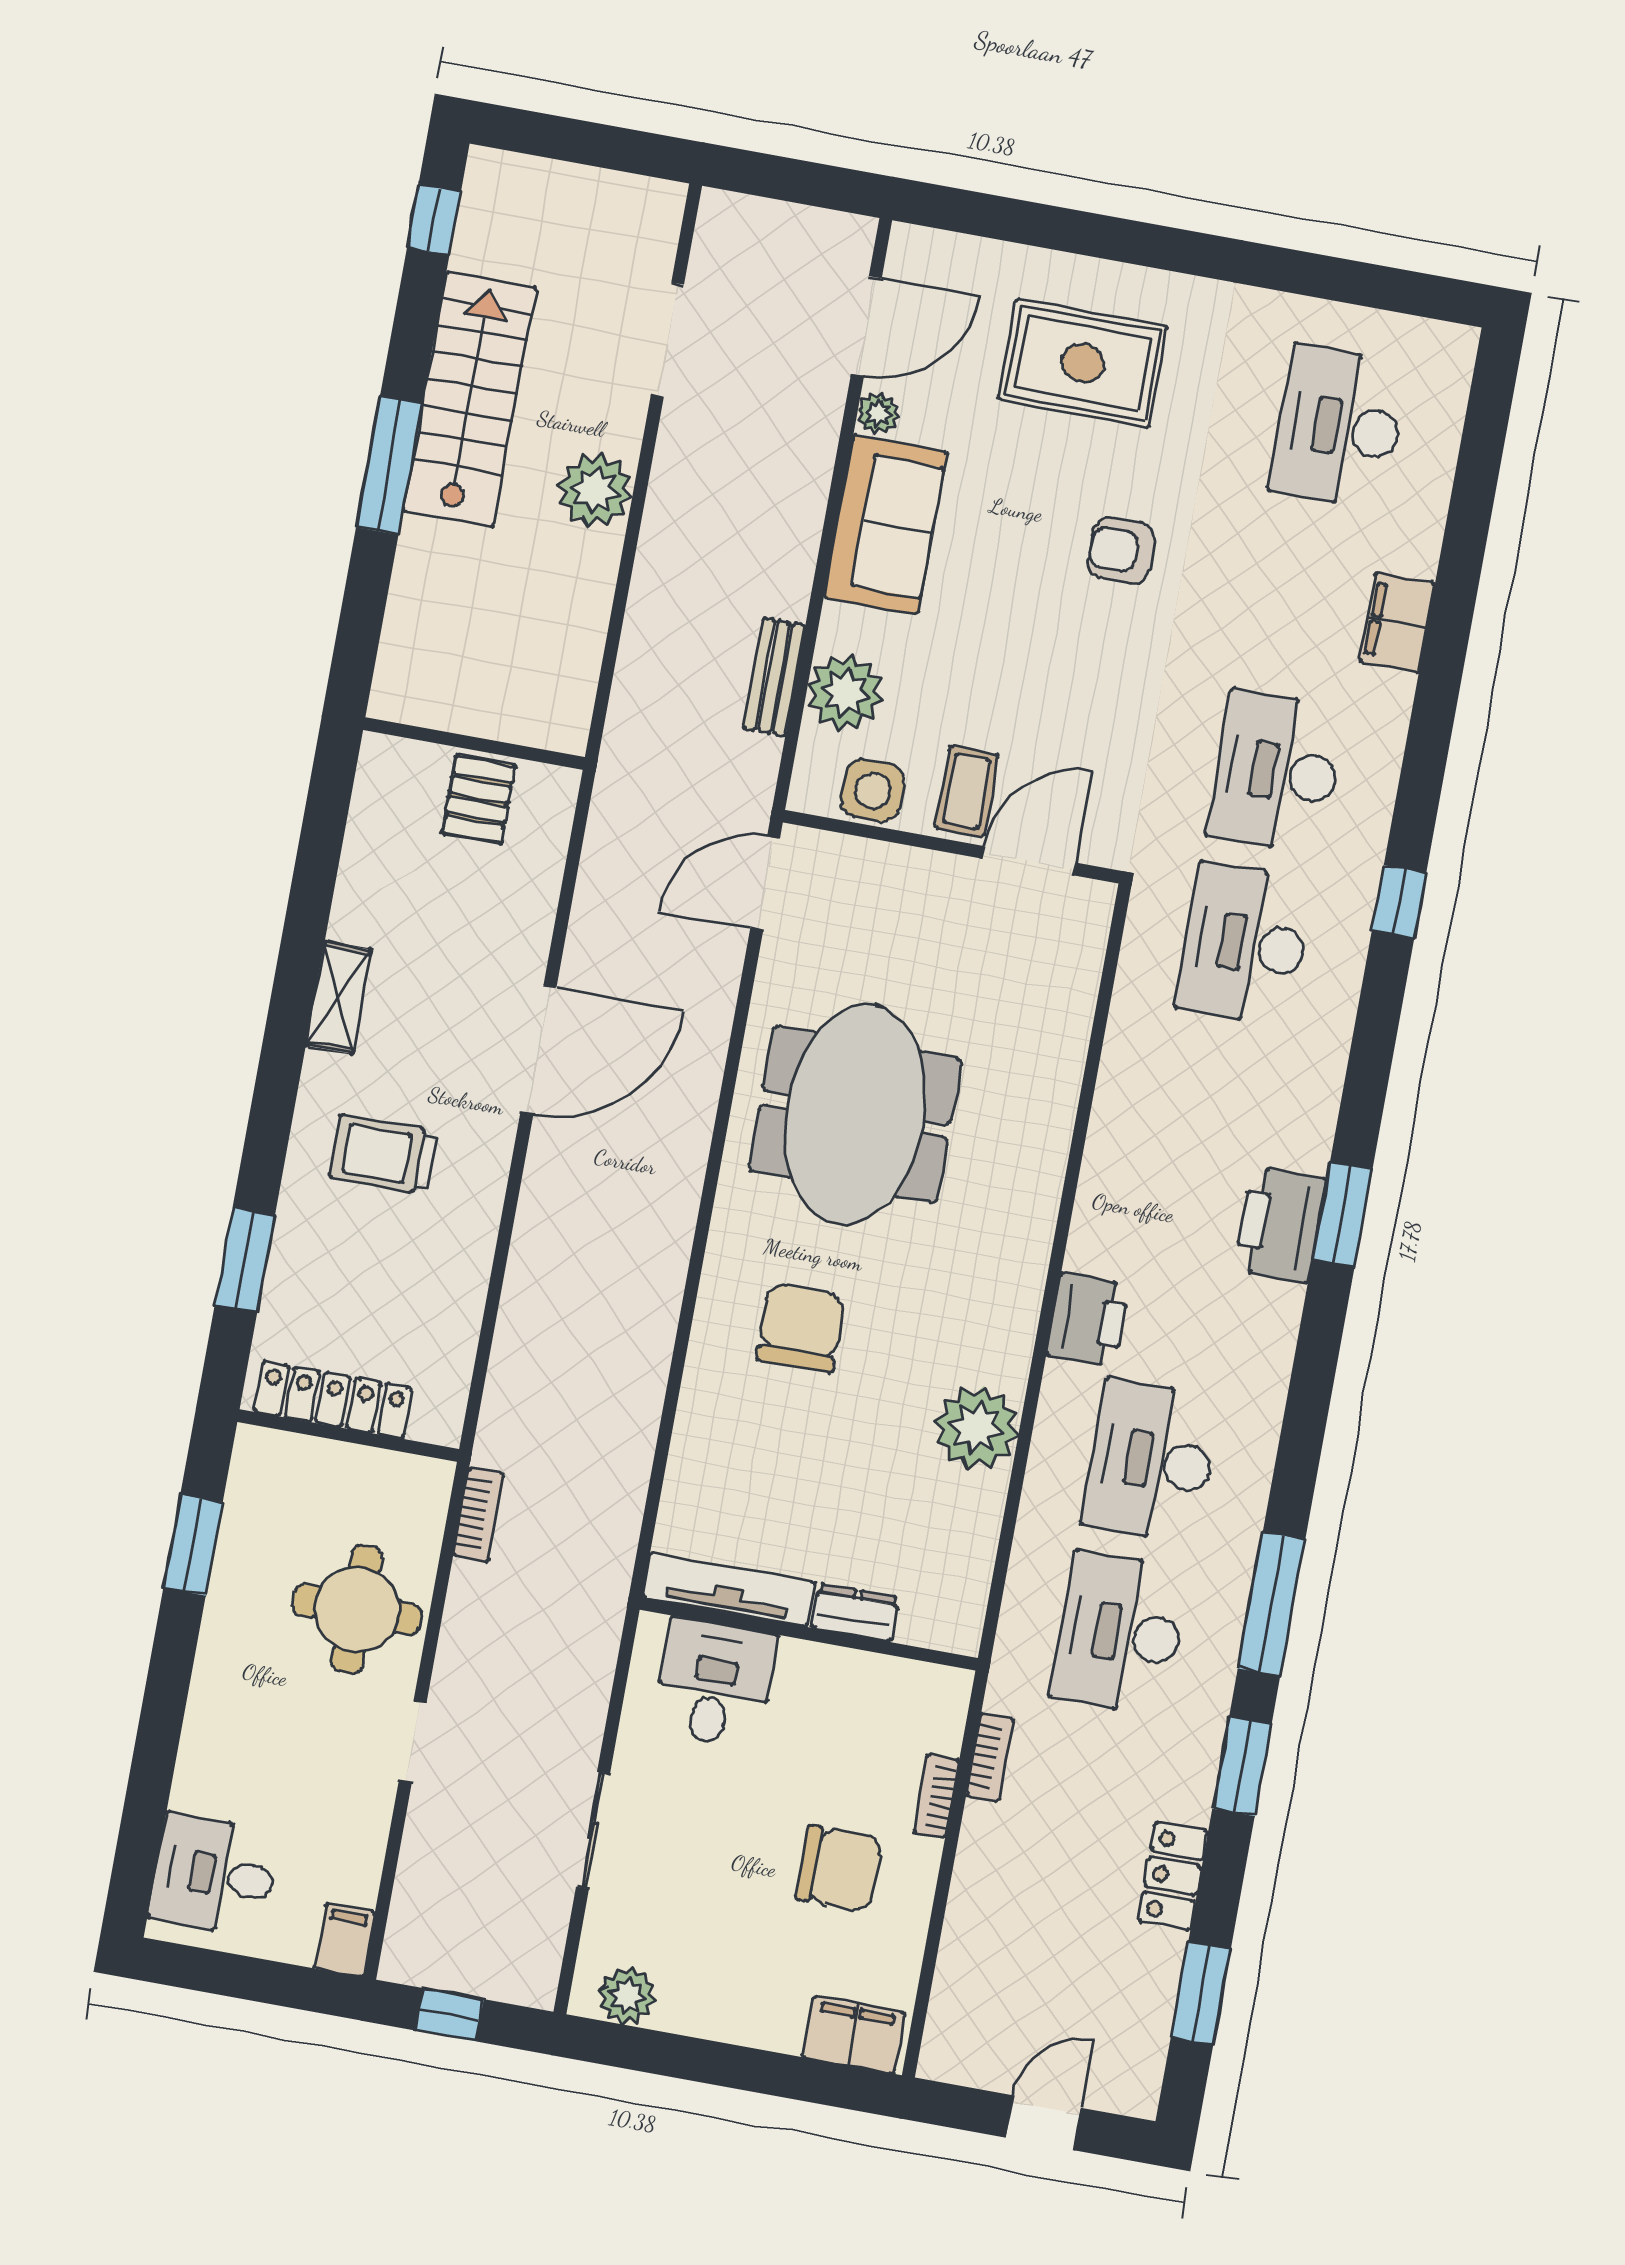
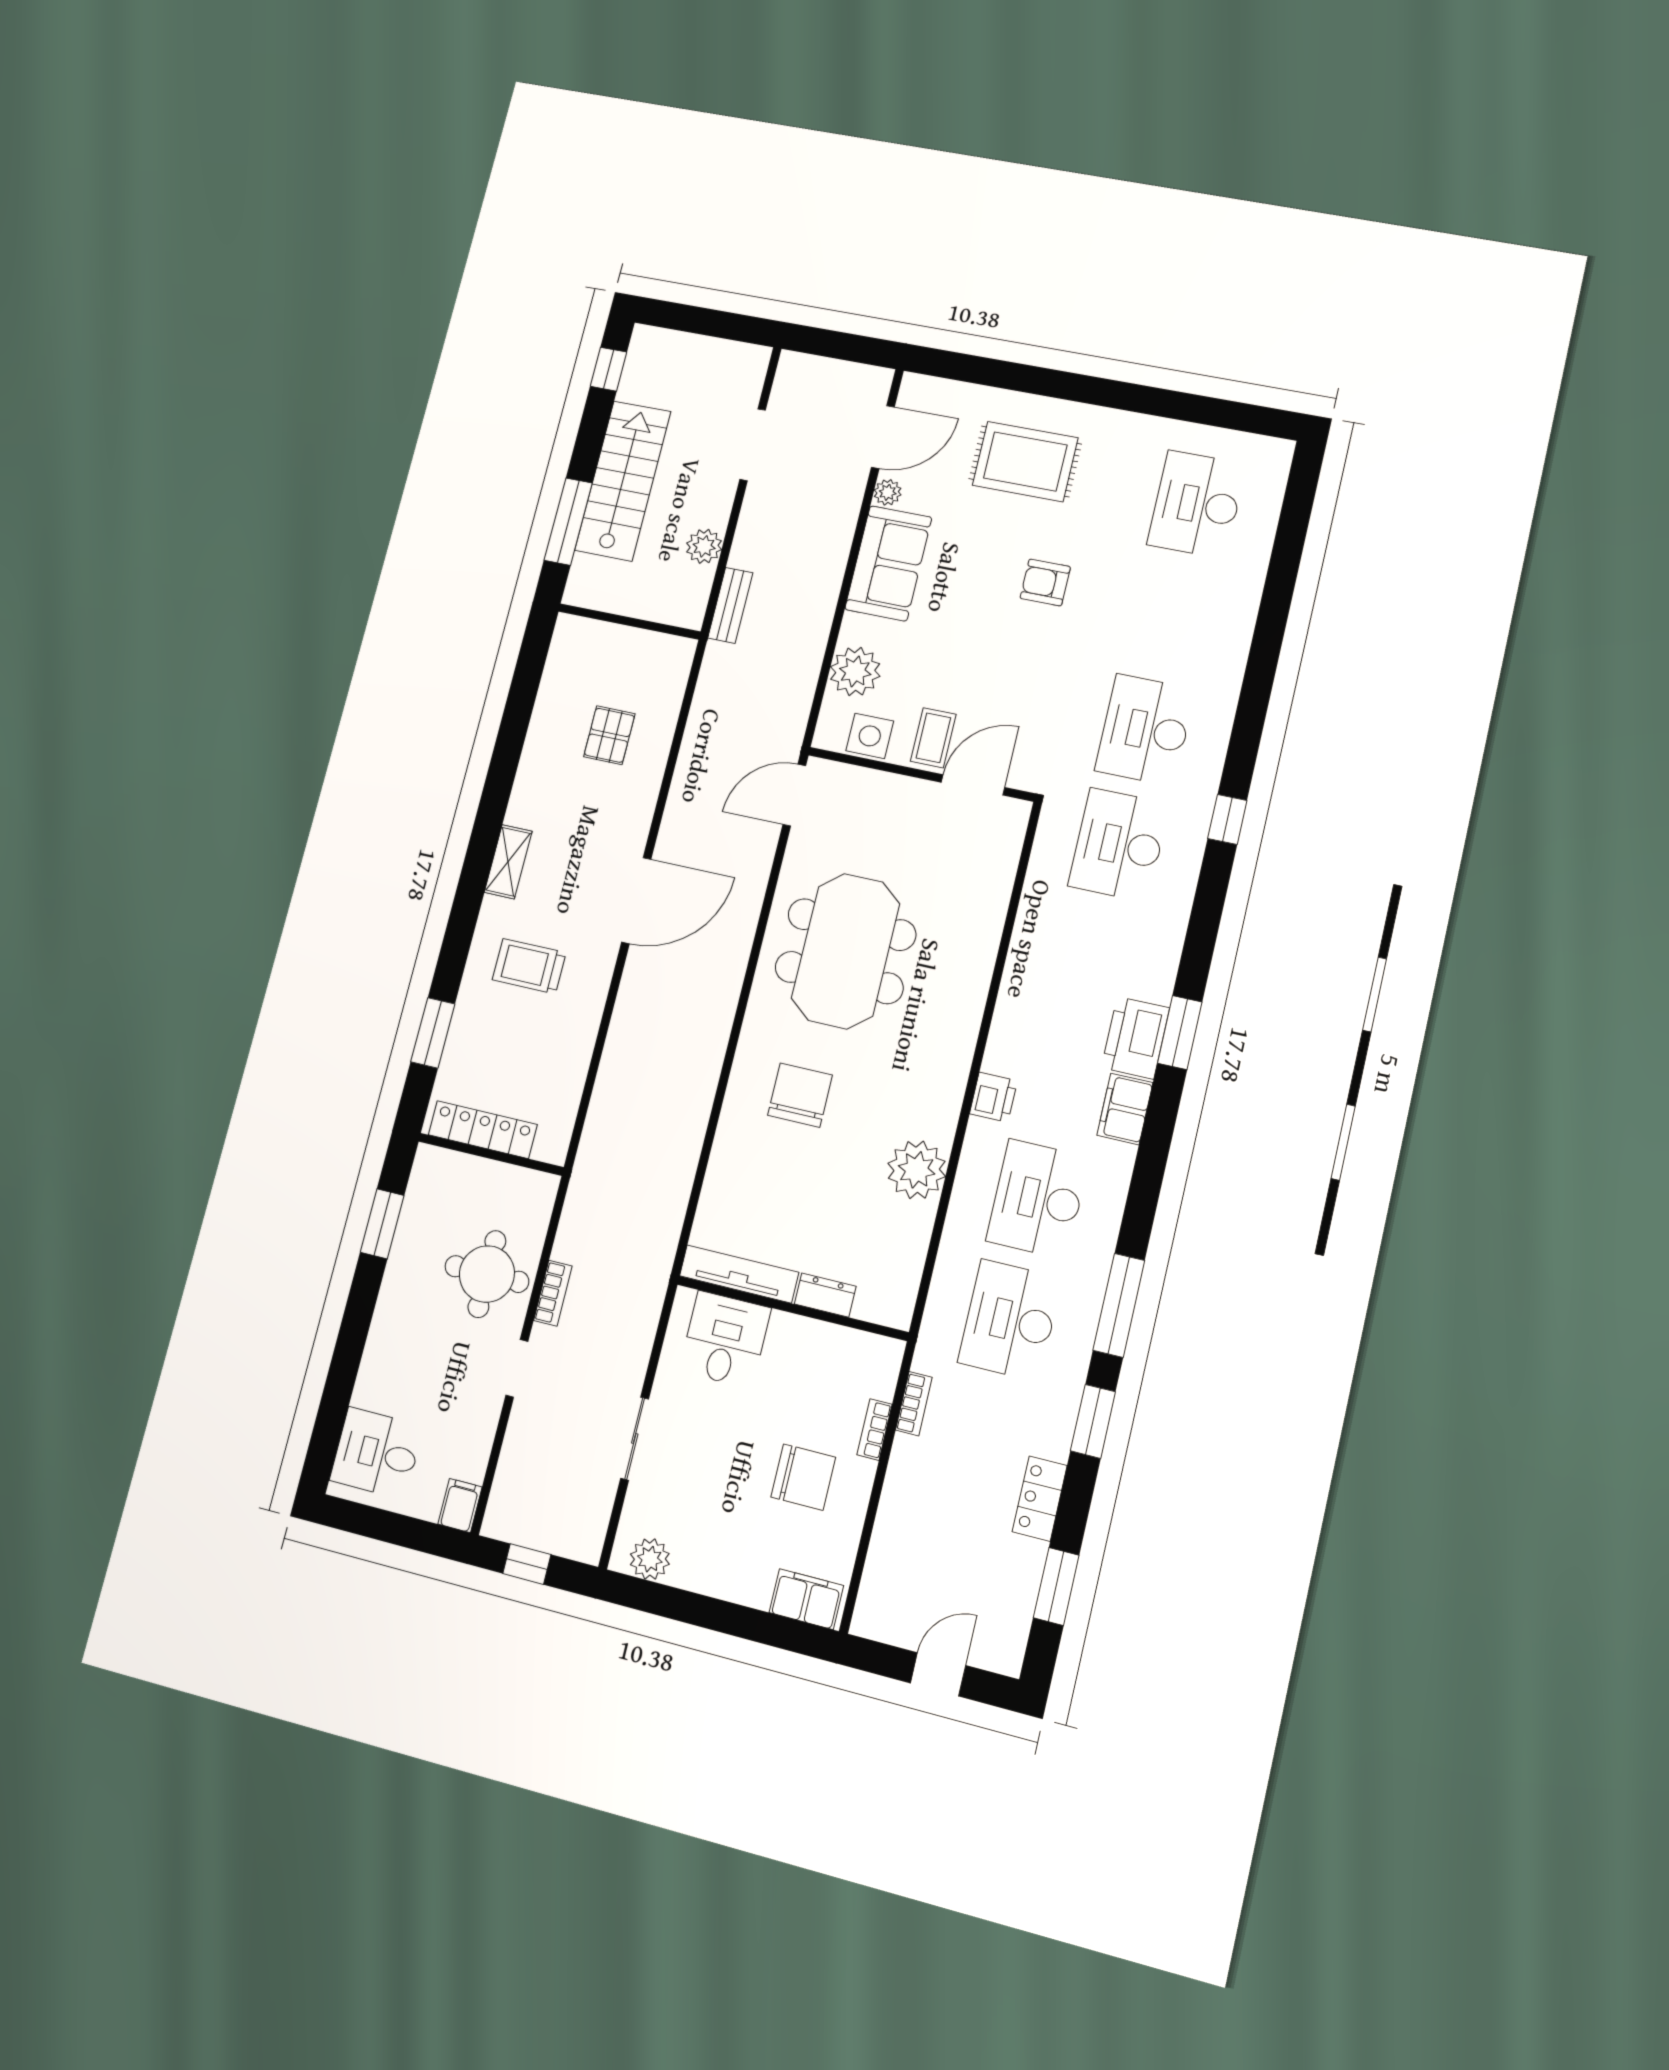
plant: (595, 490) -> (704, 546), width x0.73, depth x0.73
filing cabinet: (1397, 622) -> (1125, 1109), moved
bench: (774, 677) -> (730, 605), moved
wall: (474, 744) -> (629, 622), moved
printer: (1088, 1320) -> (993, 1097), width x0.73, depth x0.81
bookcase: (479, 1514) -> (553, 1293), moved

